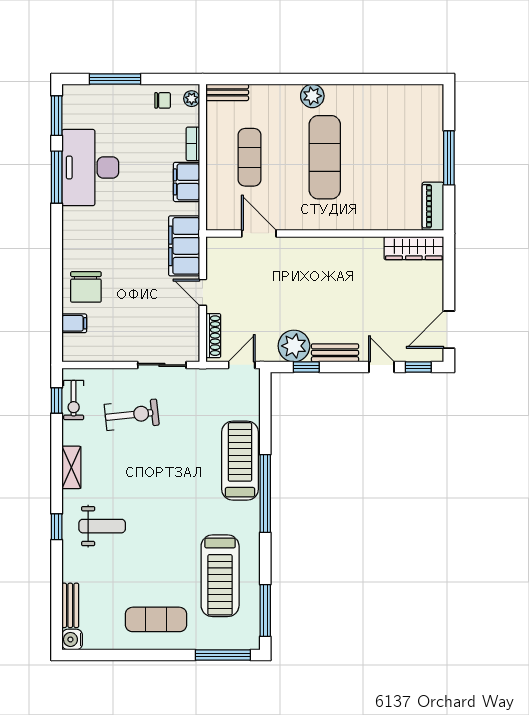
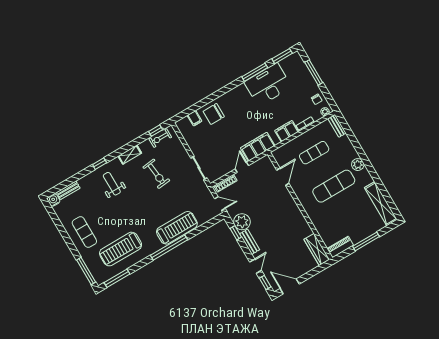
shelving: (400, 96) -> (381, 204), added
exercise bike: (132, 415) -> (156, 174), moved
weight bench: (102, 526) -> (112, 184), turned 180

